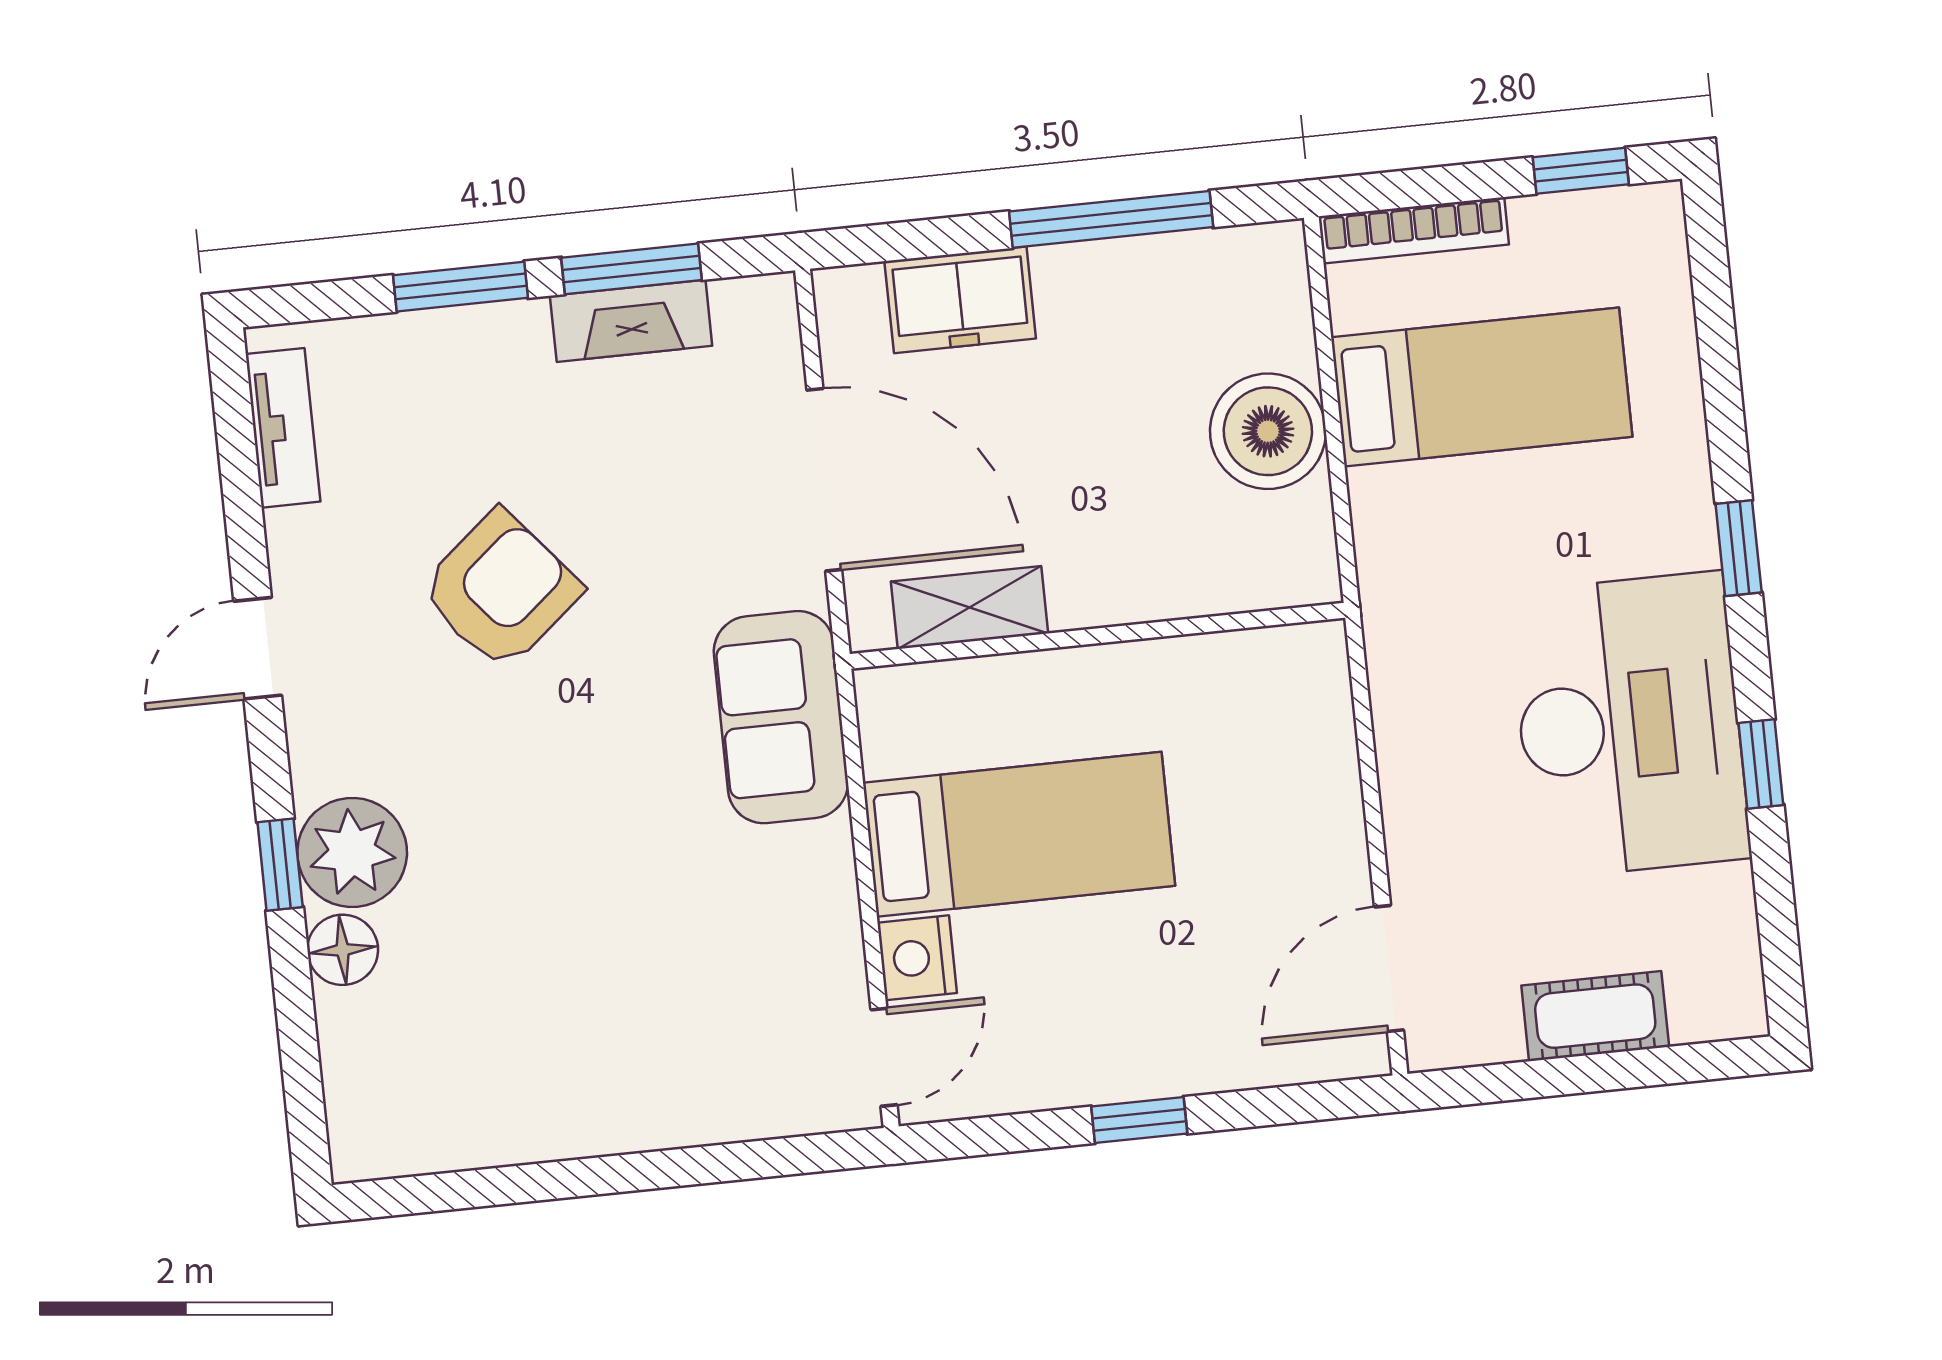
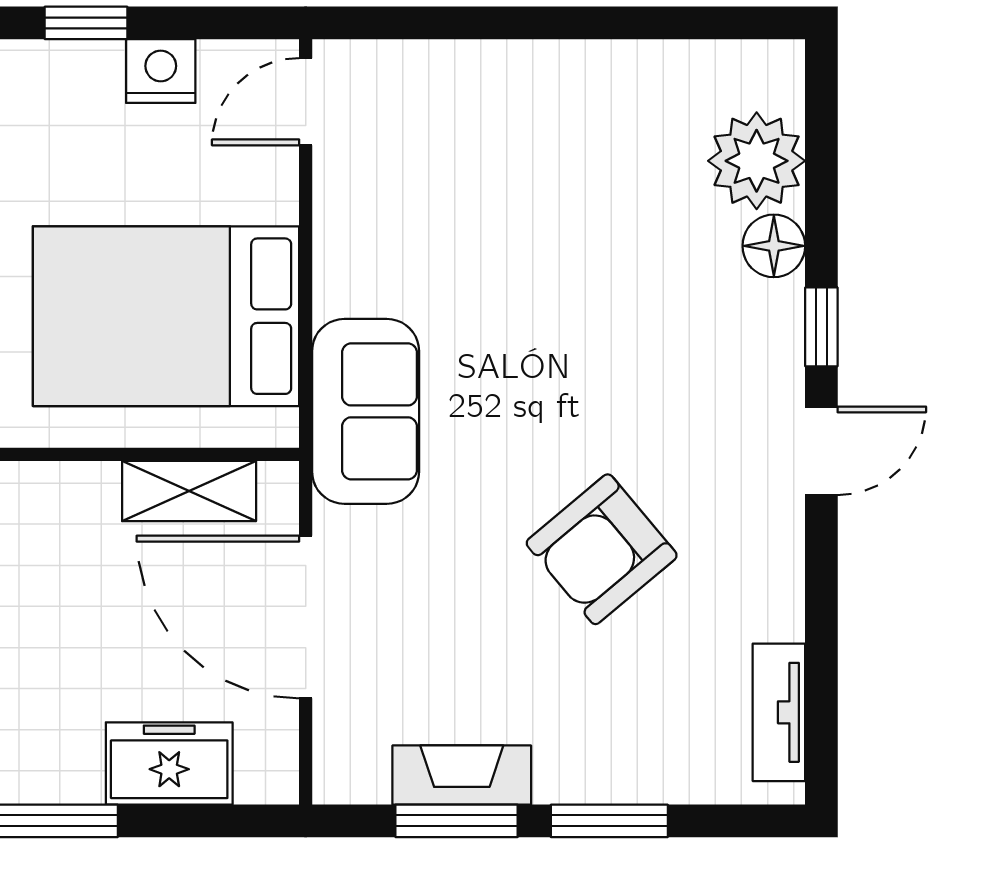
door: (258, 648) -> (821, 451), moved
bed: (1019, 834) -> (166, 316), width x1.50
plant: (352, 852) -> (757, 161), moved
nightstand: (917, 958) -> (161, 71), moved, turned -90

